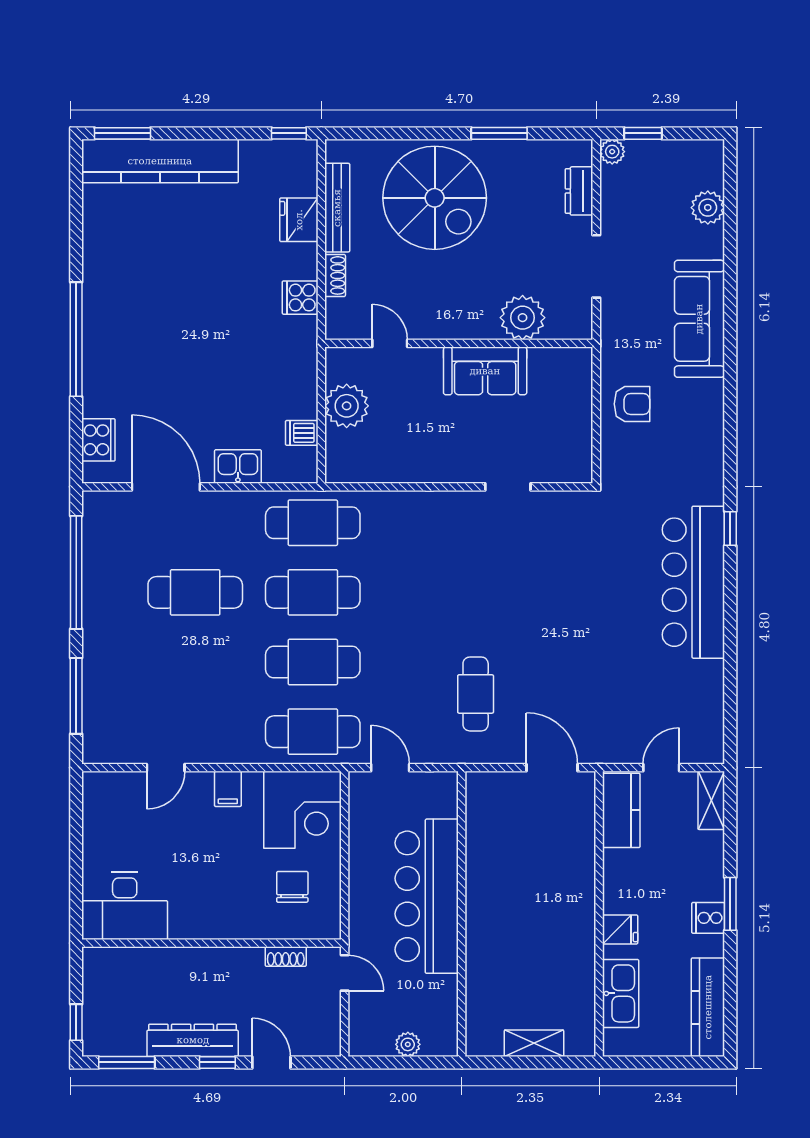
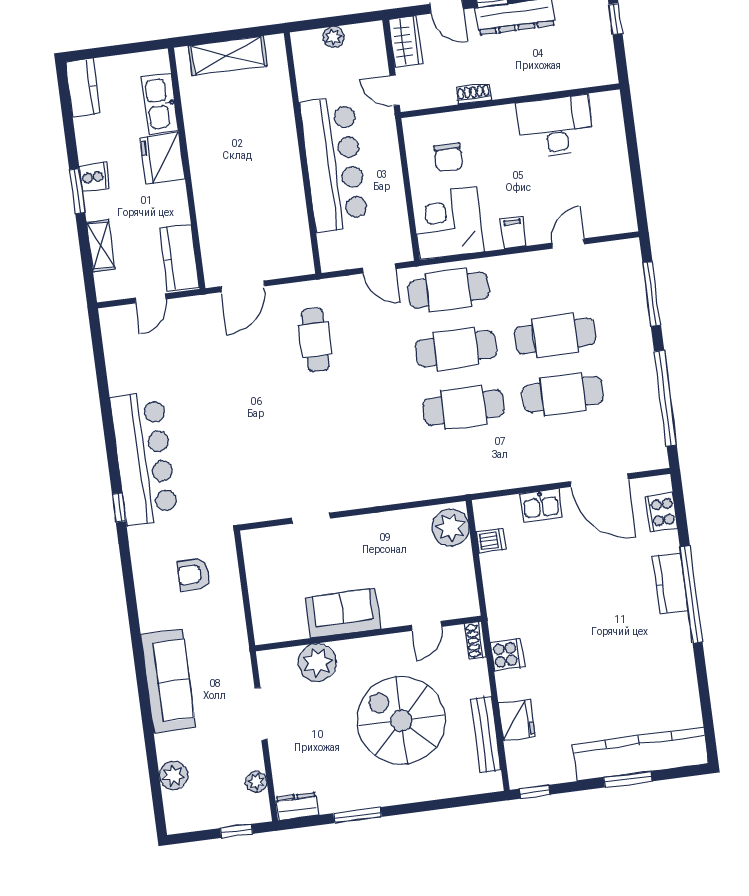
window: (122, 133) -> (628, 779), moved
plant: (612, 152) -> (256, 782), moved
dresser: (579, 191) -> (297, 806), moved, turned -90
spiral stairs: (435, 198) -> (401, 720), moved
shoe rack: (335, 275) -> (475, 641), moved
door: (390, 343) -> (426, 626), hinge flipped
kitchen counter: (99, 355) -> (670, 583), added
armchair: (632, 404) -> (194, 574), moved
plant: (347, 406) -> (451, 528), moved
cafe table: (313, 523) -> (555, 336), moved
door: (552, 768) -> (243, 286), hinge flipped
shelving: (711, 800) -> (101, 246), moved
desk: (125, 906) -> (556, 126), moved
fridge: (620, 929) -> (162, 158), width x1.88, depth x1.34
shoe rack: (286, 957) -> (474, 94), moved
kitchen counter: (708, 1007) -> (83, 88), width x0.67
wardrobe: (325, 1028) -> (405, 42), added
shelving: (534, 1043) -> (228, 56), width x1.50, depth x1.33

